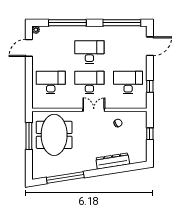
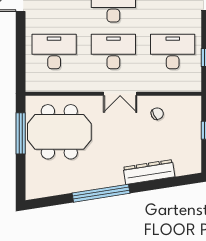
double door: (94, 110) -> (120, 94), swing flipped
meeting table: (54, 135) -> (59, 132), turned 90
window: (65, 177) -> (101, 193), moved

